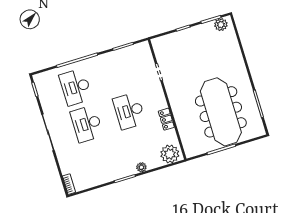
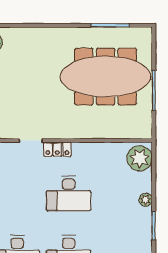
locker: (166, 119) -> (57, 149), moved

